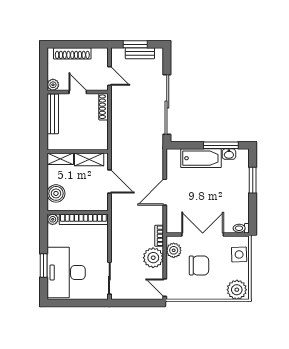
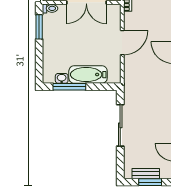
sliding door: (167, 104) -> (120, 125), width x0.73
window: (253, 180) -> (39, 27), moved

